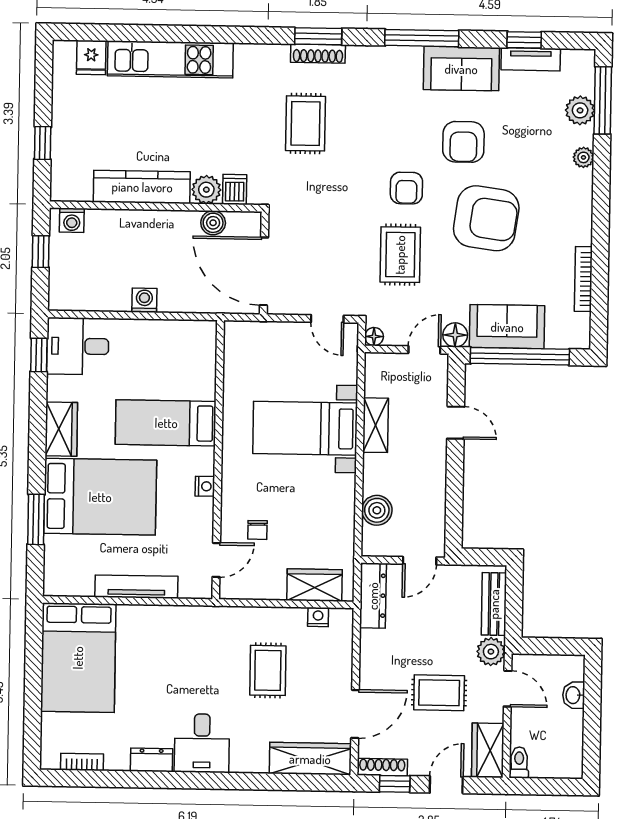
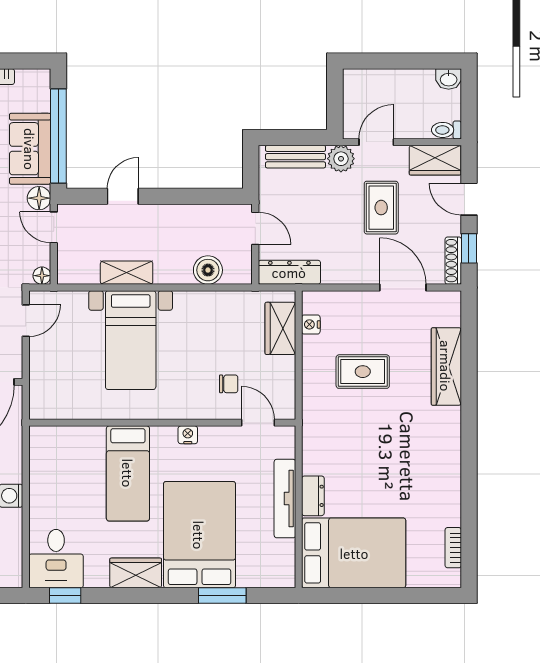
washbasin: (574, 695) -> (449, 79), moved
desk: (202, 743) -> (433, 433), removed
wardrobe: (310, 759) -> (446, 366), moved
dresser: (151, 760) -> (313, 496), moved, turned 180

